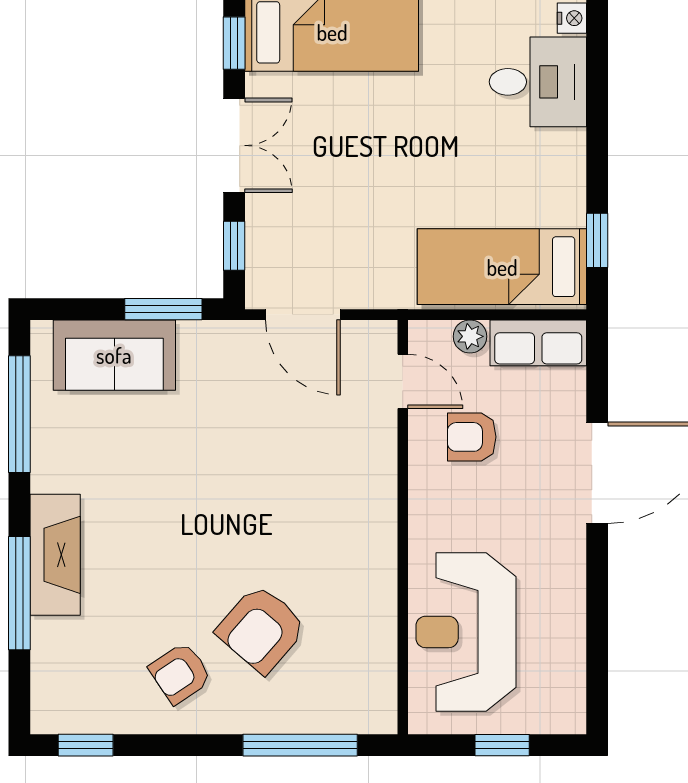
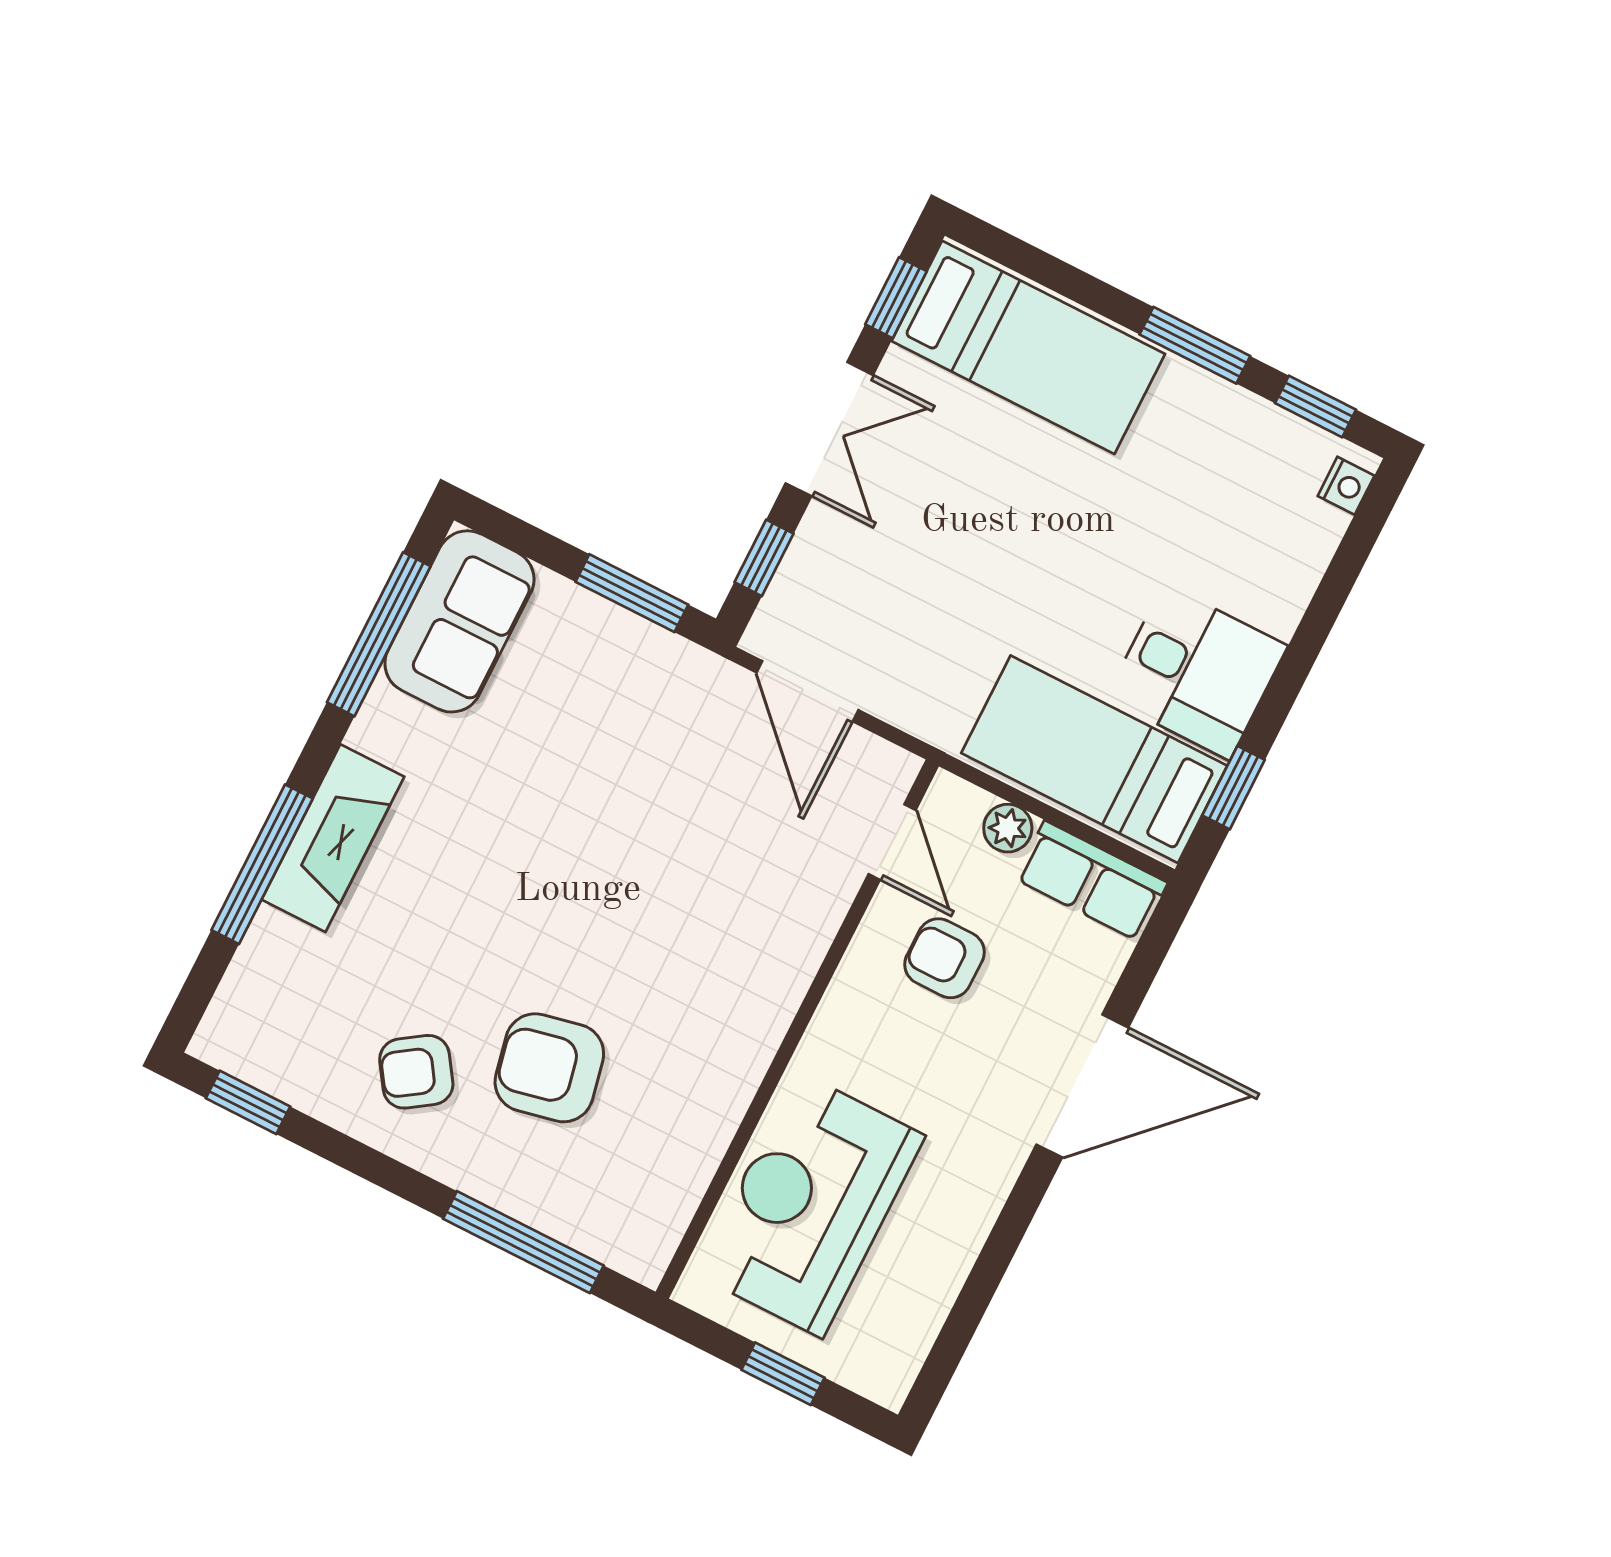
desk: (538, 82) -> (1197, 672), moved
sofa: (114, 355) -> (459, 621), moved, turned -90
armchair: (261, 629) -> (549, 1068), turned 37

